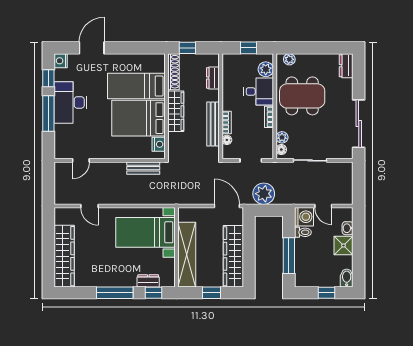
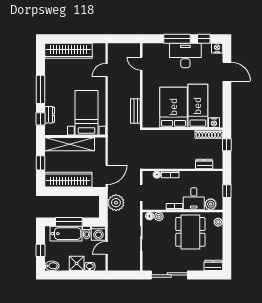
wardrobe: (176, 111) -> (179, 136), removed
bench: (213, 124) -> (169, 164), removed
nightstand: (159, 144) -> (214, 123), moved
bathtub: (304, 259) -> (66, 234), added

